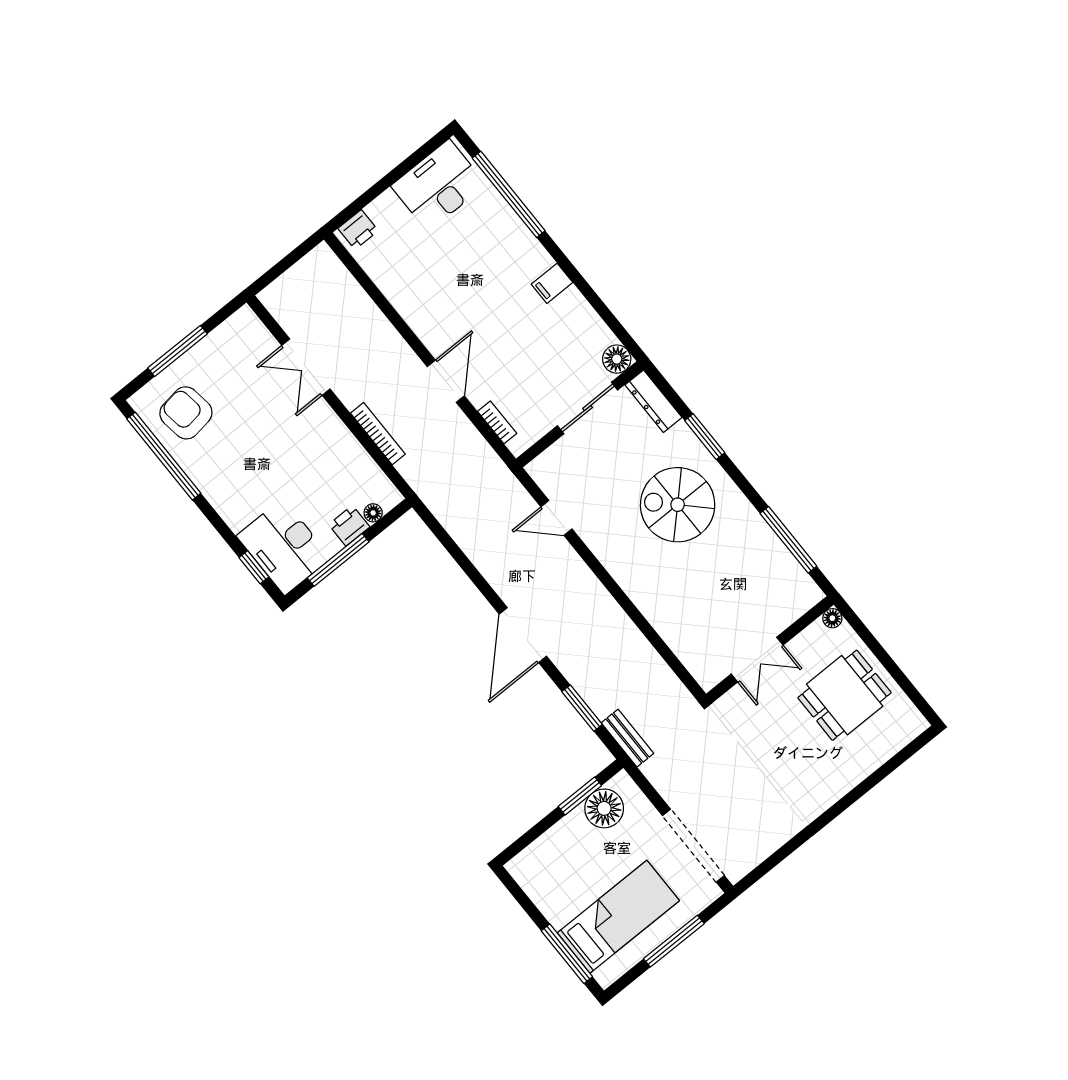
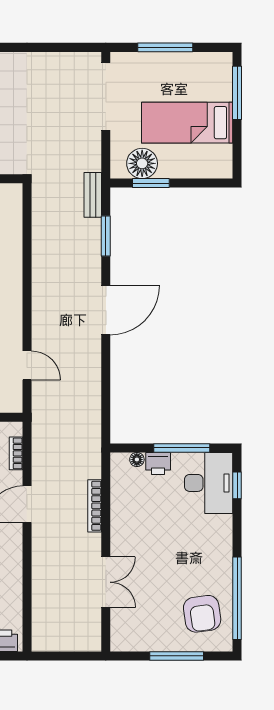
bed: (618, 917) -> (187, 123), moved

